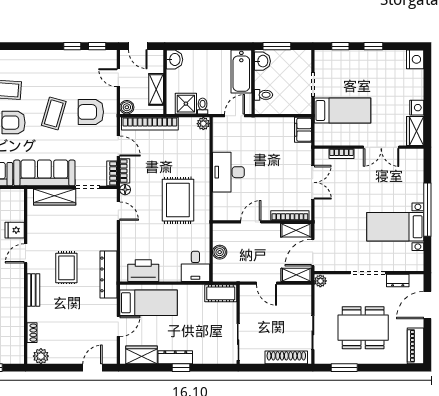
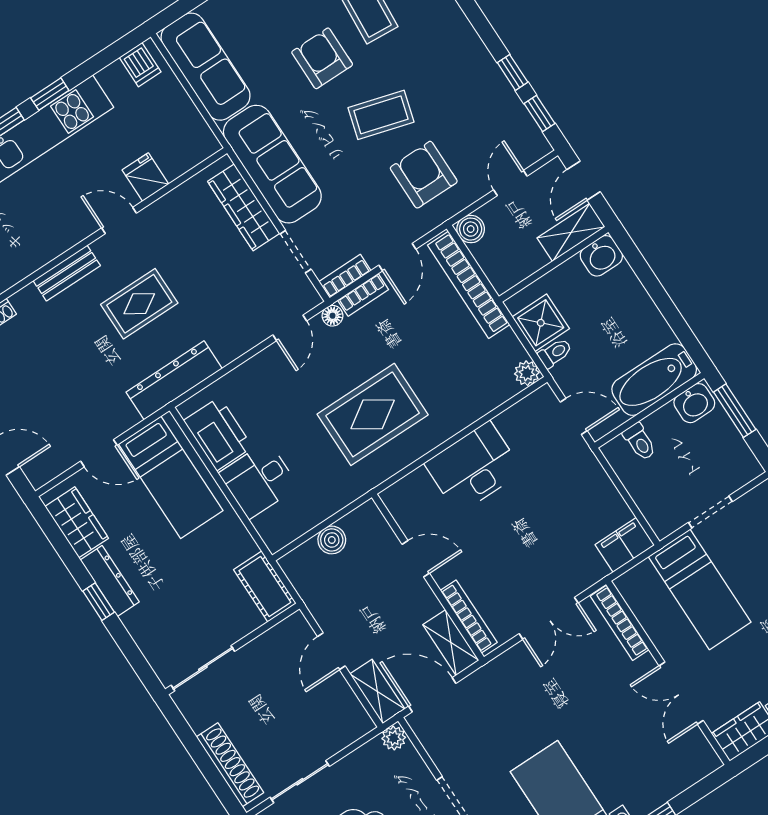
shelving: (156, 89) -> (571, 232), moved
bookcase: (341, 154) -> (620, 623), width x1.56
desk: (195, 266) -> (259, 480), moved

